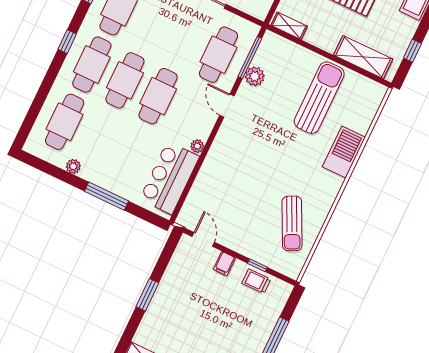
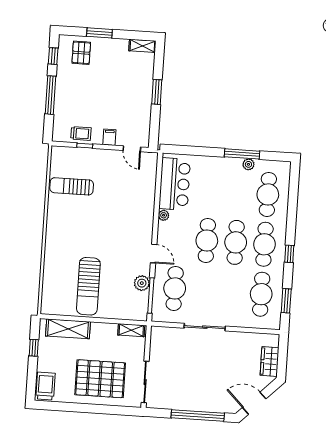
barbecue: (344, 152) -> (54, 254), removed
window: (106, 196) -> (242, 154), moved
sun lounger: (292, 223) -> (72, 186), turned -64

